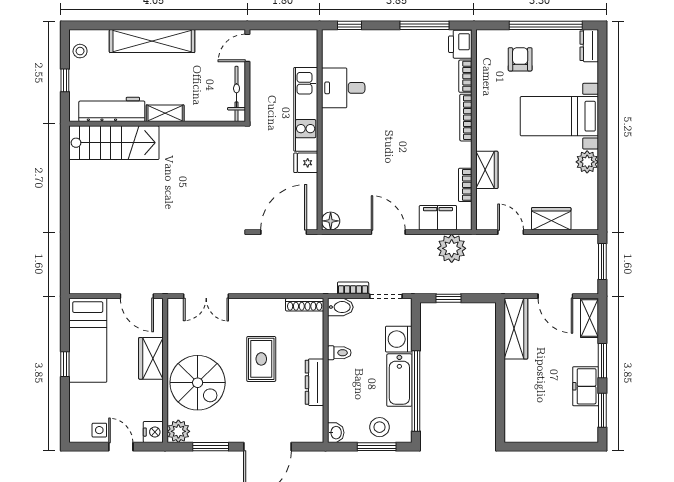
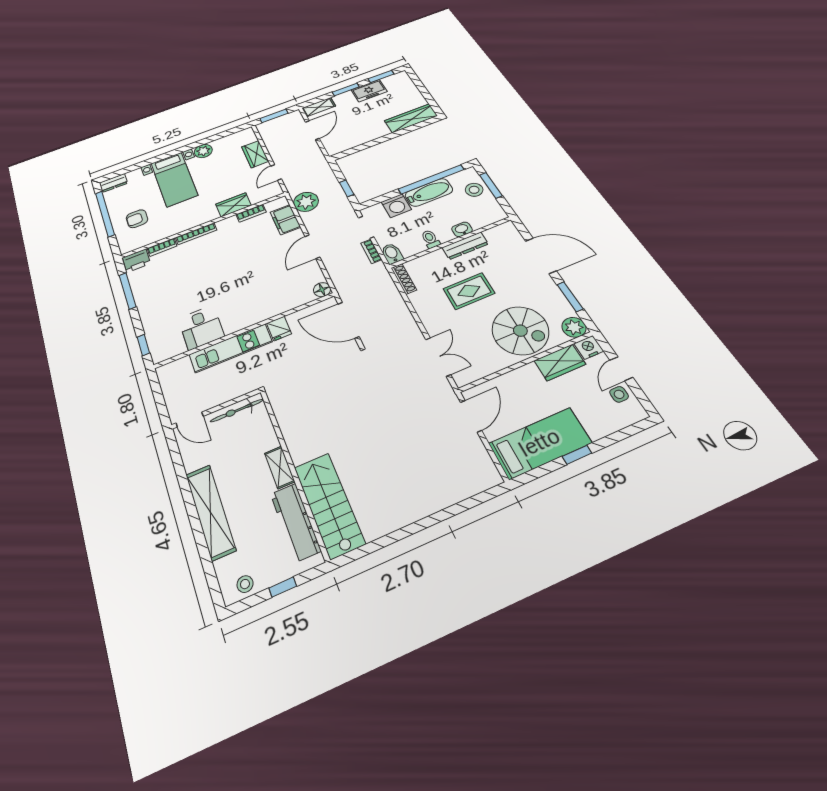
wardrobe: (516, 329) -> (411, 118), moved
wardrobe: (151, 358) -> (560, 362), moved
spiral stairs: (198, 383) -> (520, 331), turned 90
washbasin: (336, 433) -> (462, 229), moved

